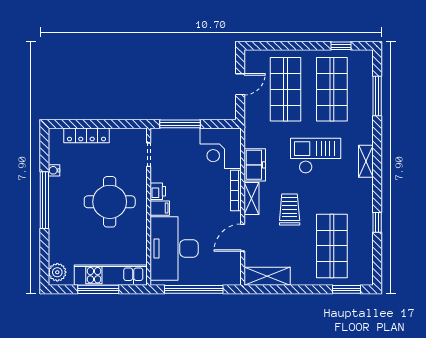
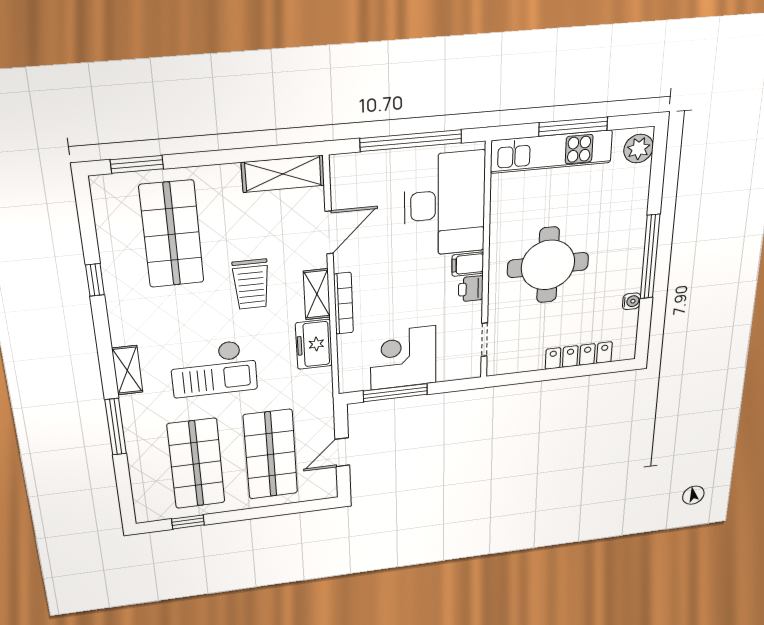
window: (377, 96) -> (116, 427), moved
window: (180, 124) -> (395, 393), moved
corner desk: (221, 148) -> (403, 358), moved, turned -90

